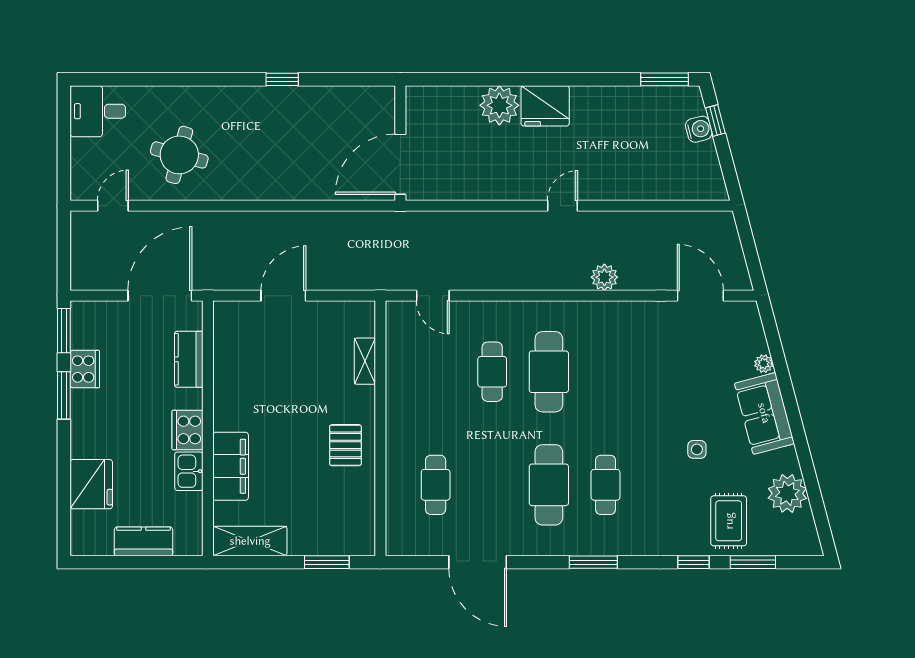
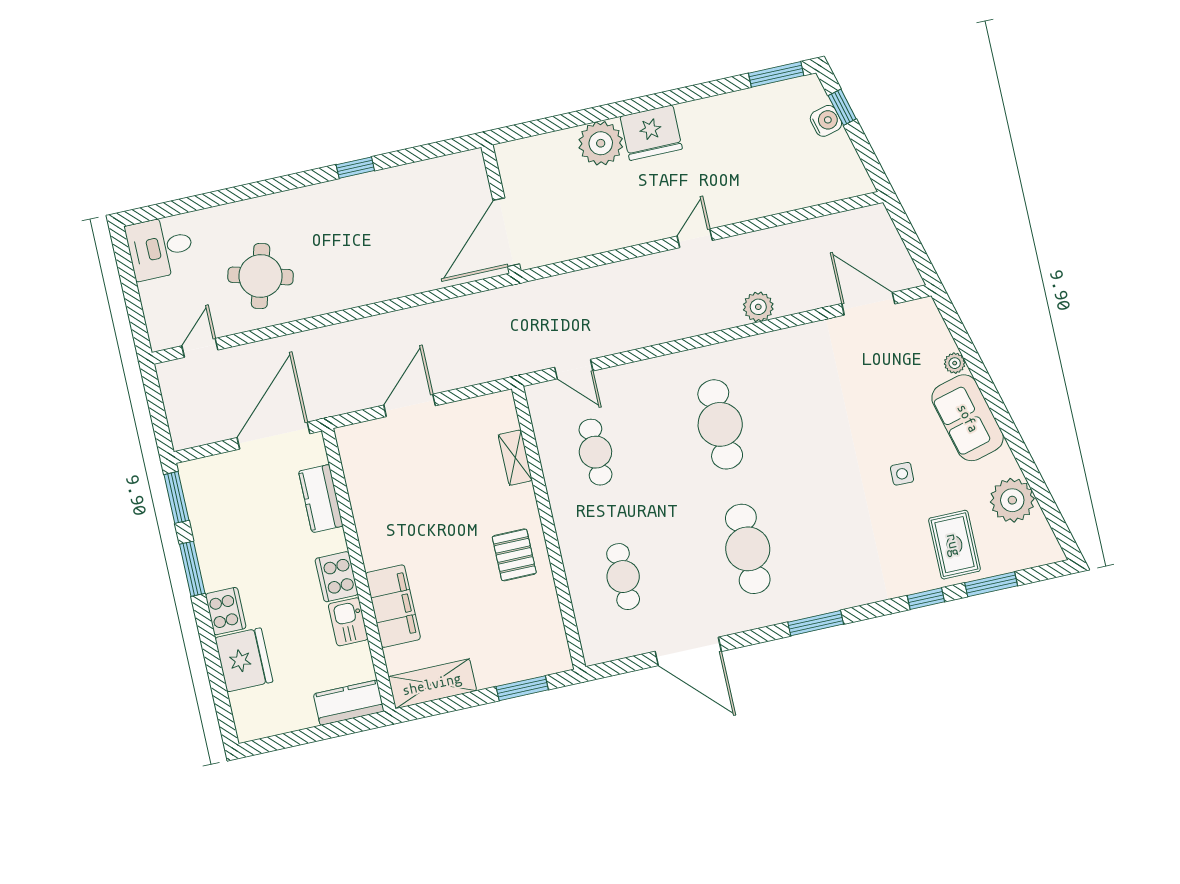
cooker: (85, 369) -> (226, 611), moved
cafe table: (492, 372) -> (595, 452), moved
cafe table: (605, 485) -> (810, 535), removed
kitchen counter: (143, 541) -> (349, 703), moved

